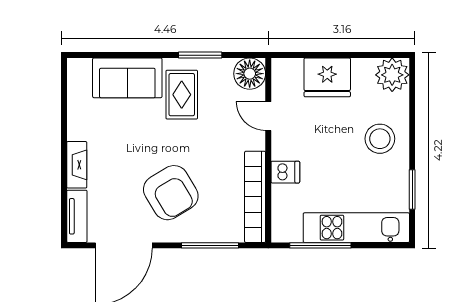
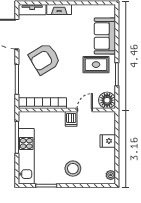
plant: (392, 75) -> (111, 175), width x0.53, depth x0.53
fridge: (327, 77) -> (108, 141), width x0.53, depth x0.75
dishwasher: (285, 172) -> (71, 119), moved

